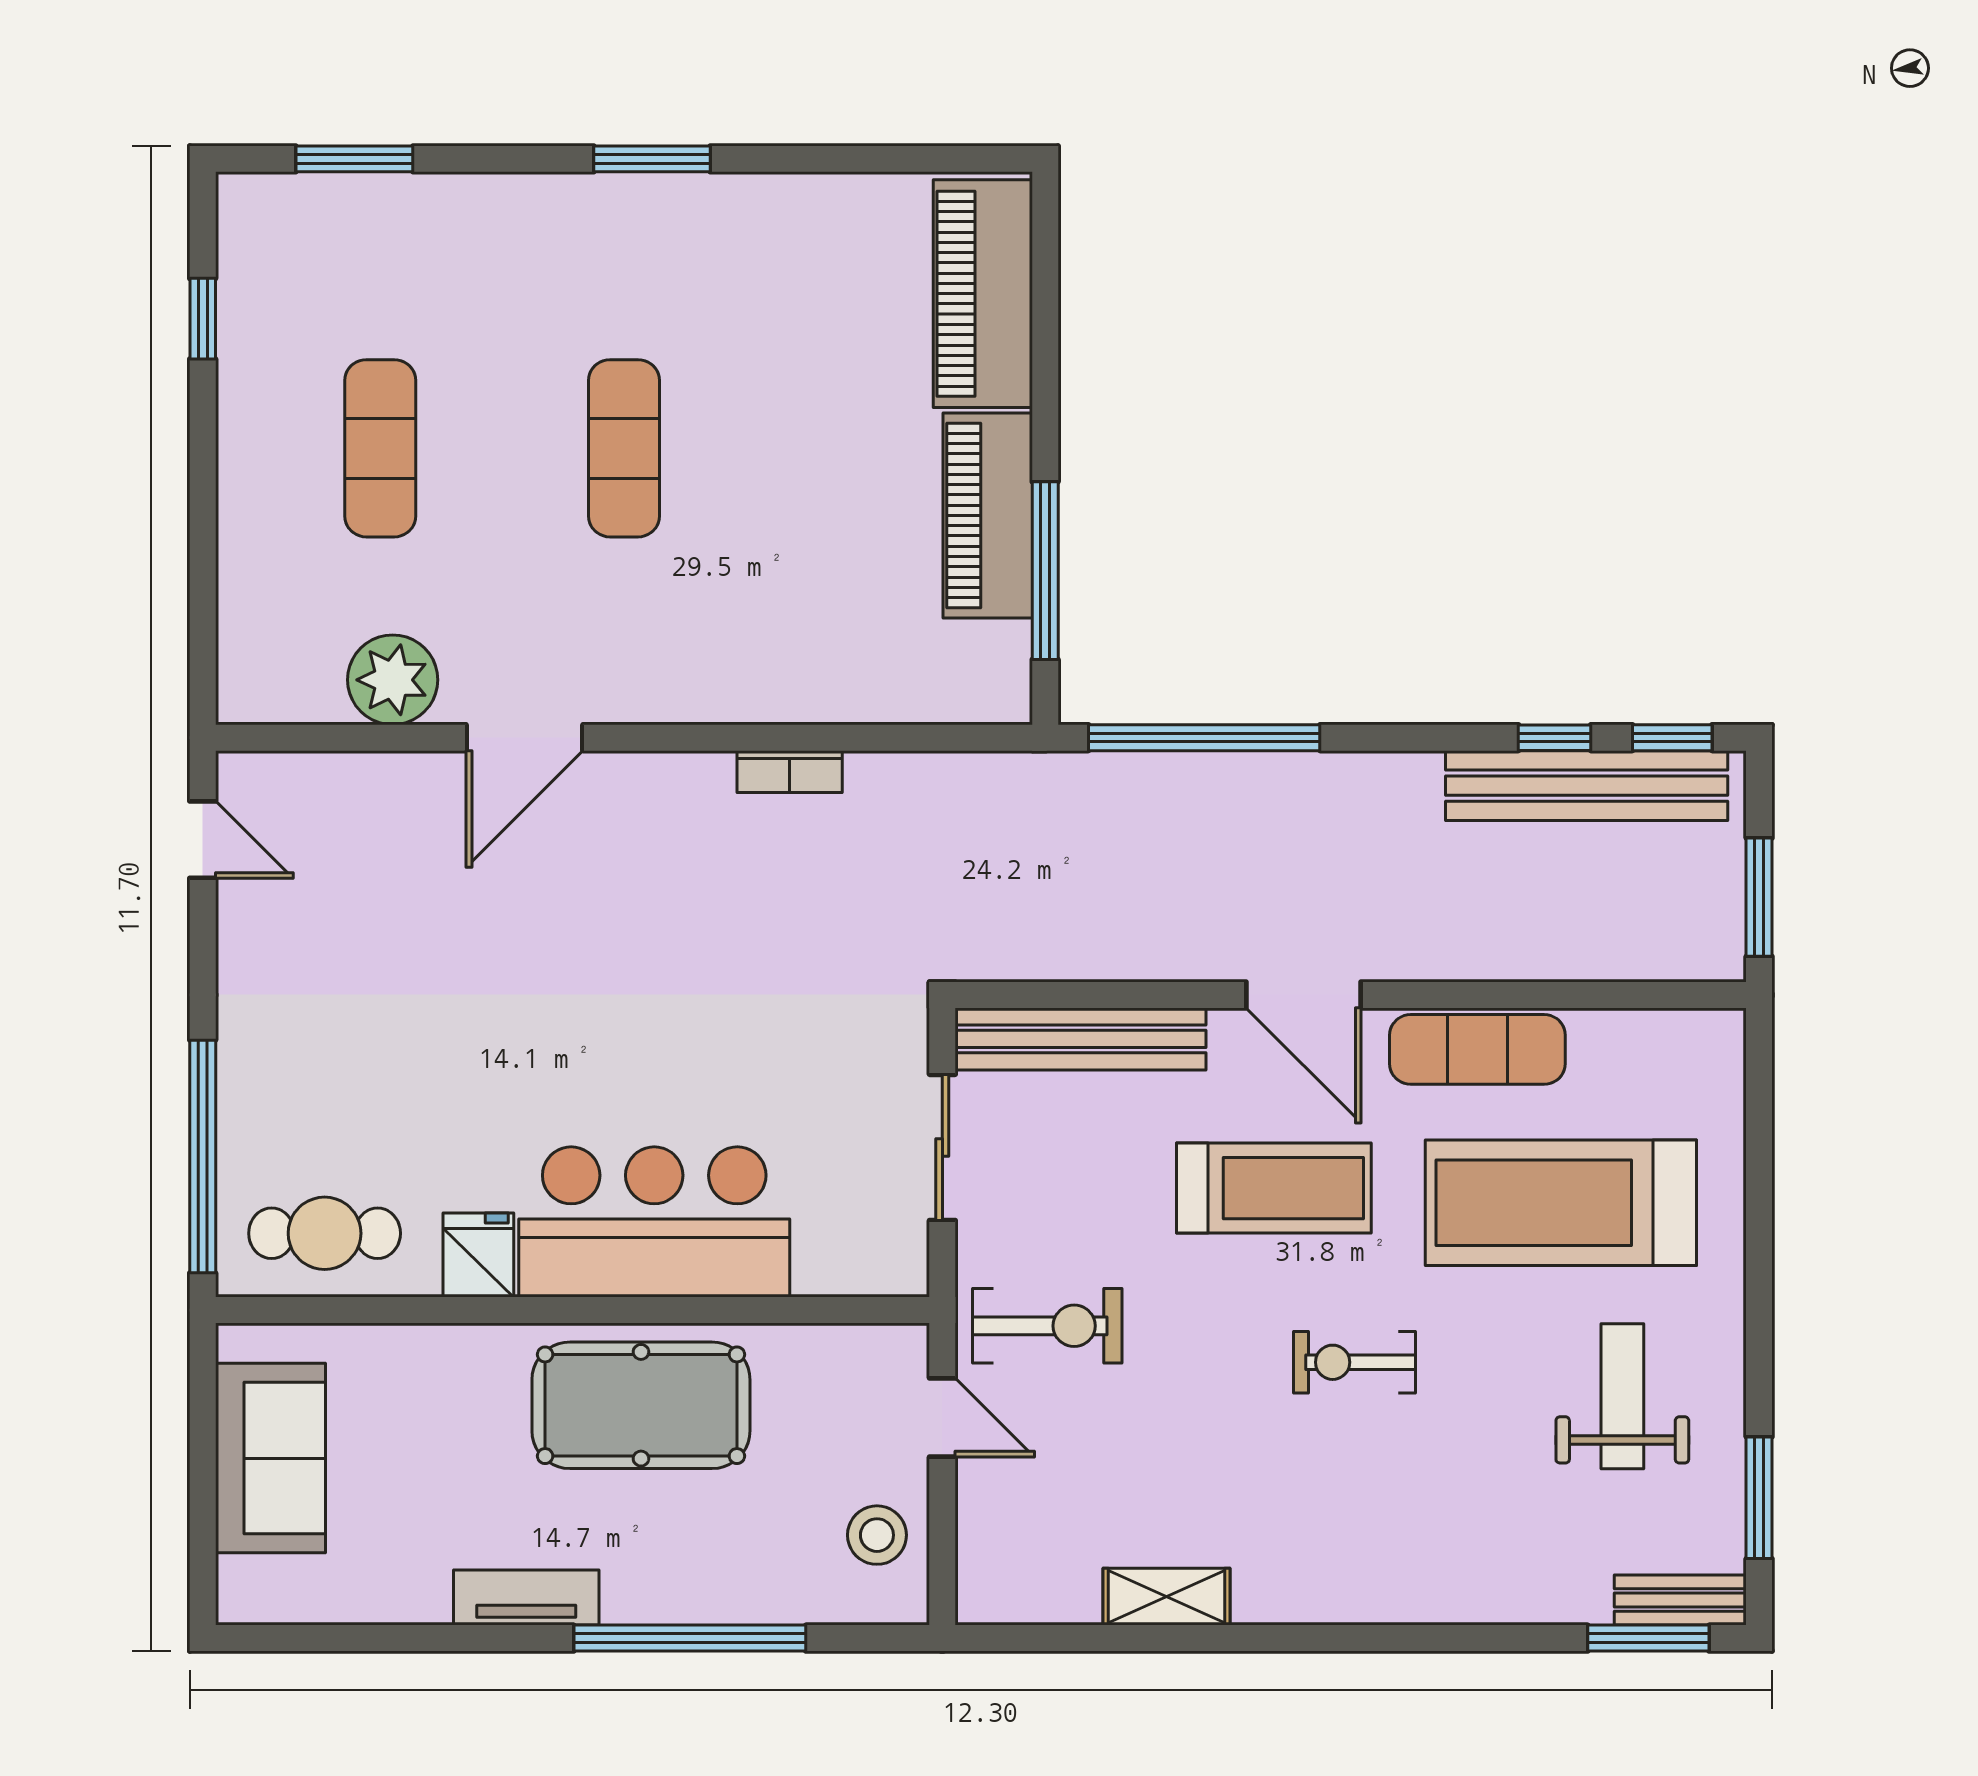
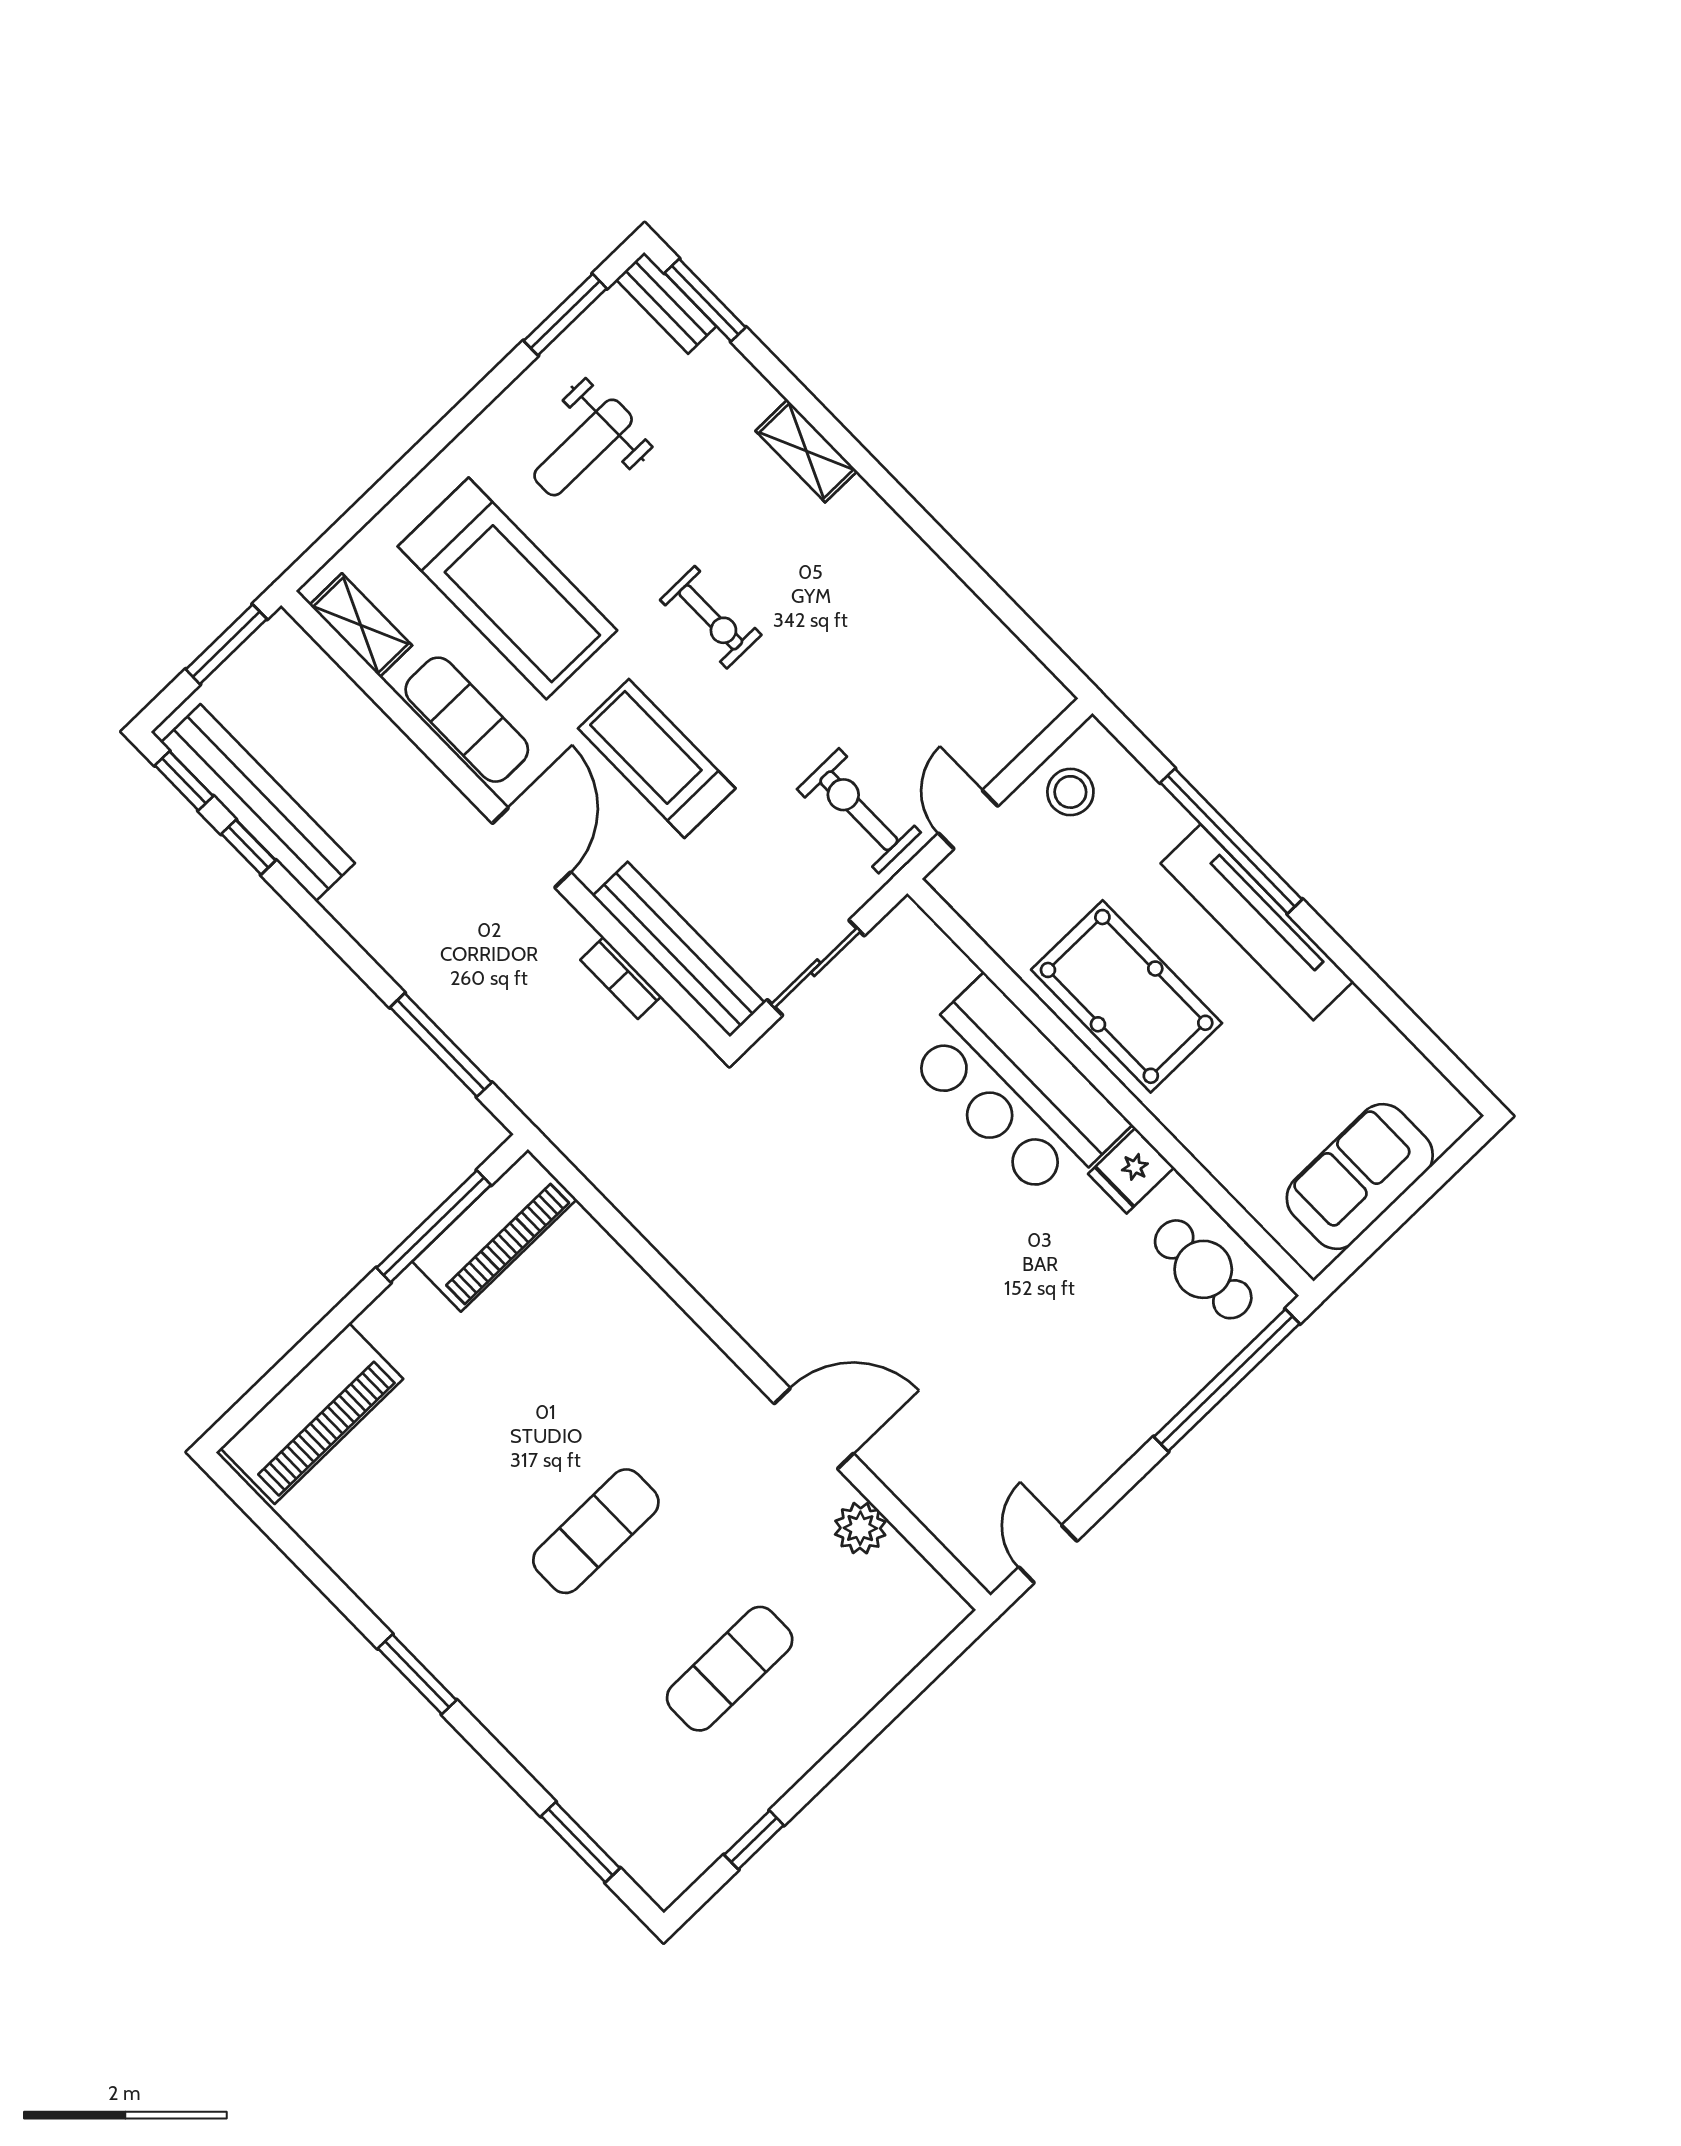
piano: (988, 515) -> (494, 1230), moved
plant: (393, 680) -> (860, 1528), width x0.73, depth x0.73
window: (1204, 738) -> (441, 1045), width x0.68
bookcase: (790, 772) -> (621, 978), moved, turned 180
shelving: (1657, 1037) -> (361, 625), added
tv unit: (526, 1597) -> (1257, 922), width x1.92, depth x1.29
shelving: (1166, 1597) -> (806, 451), moved

